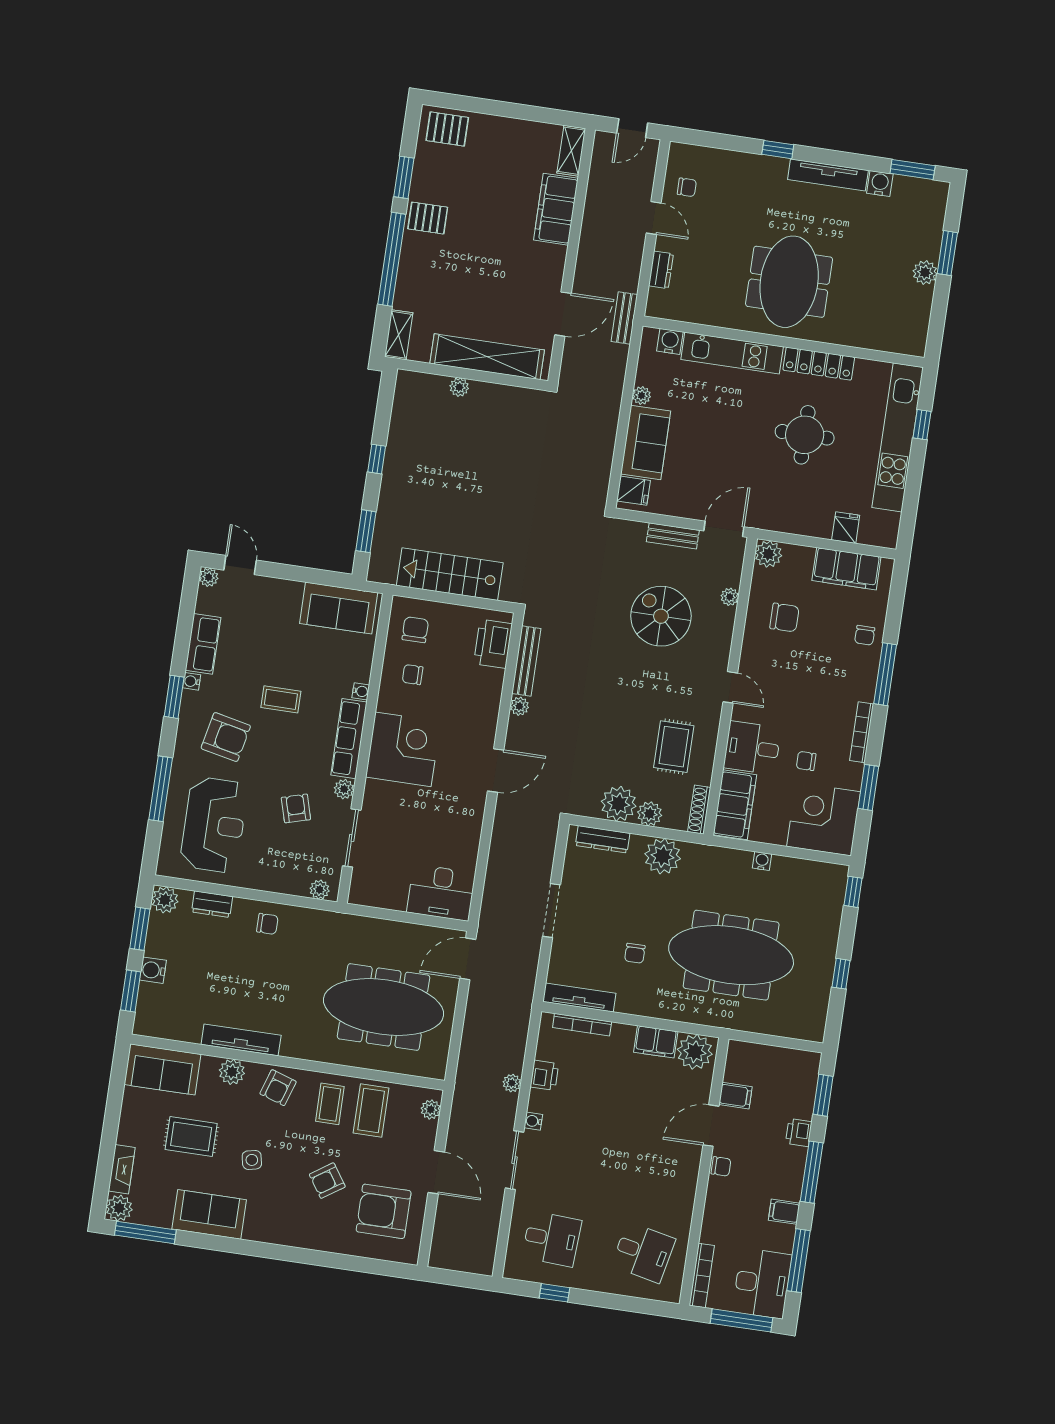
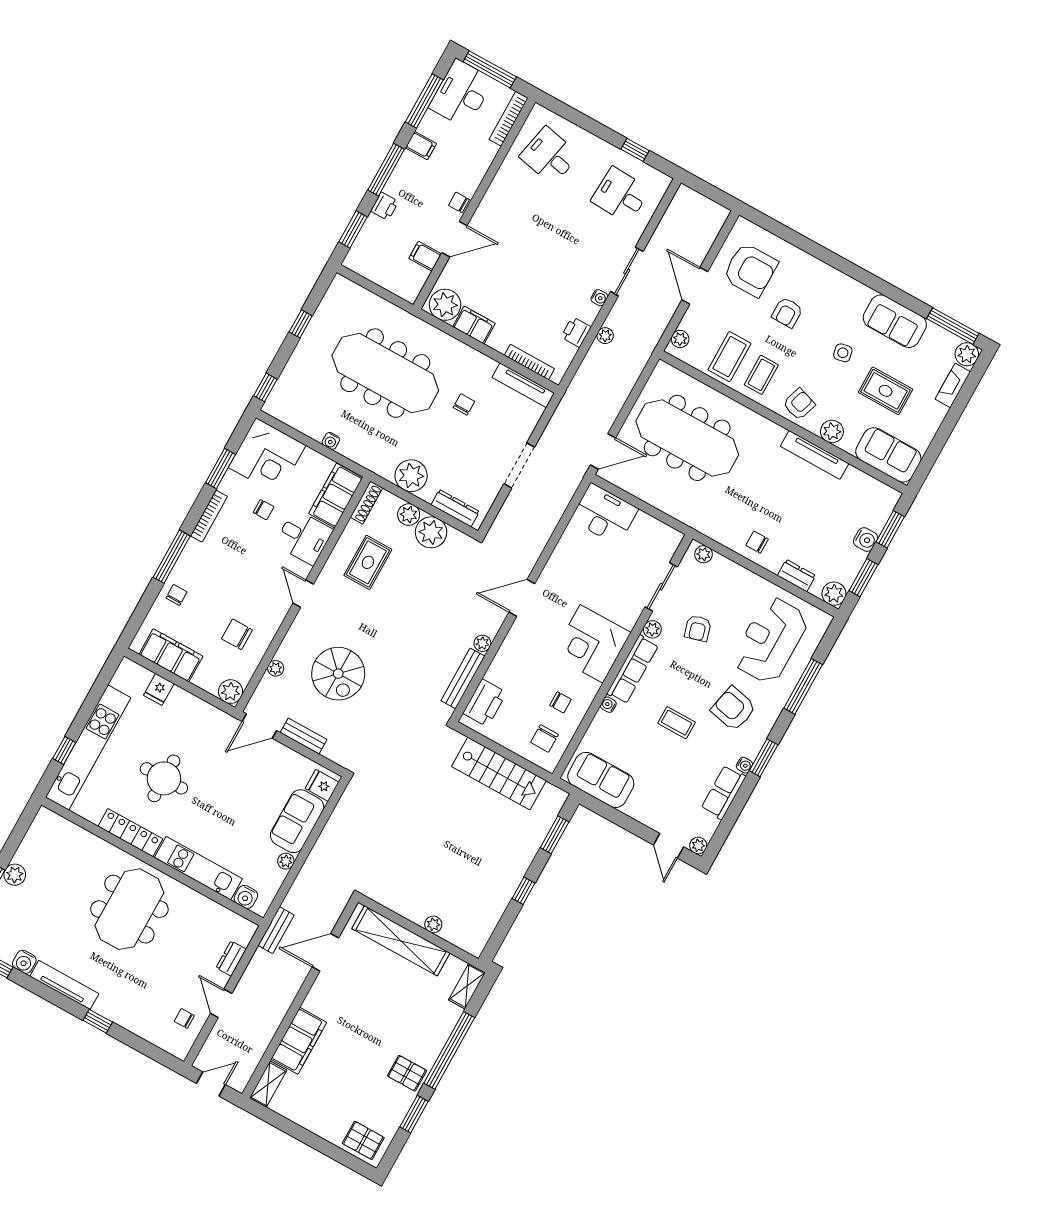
armchair: (327, 1181) -> (787, 313), turned 124

